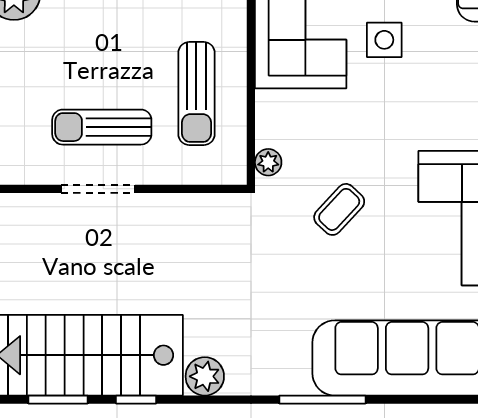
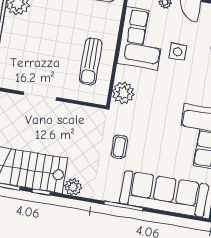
sun lounger: (102, 127) -> (46, 69), removed
plant: (268, 162) -> (123, 93), width x1.88, depth x1.88
coffee table: (339, 209) -> (119, 147), moved, turned -43

